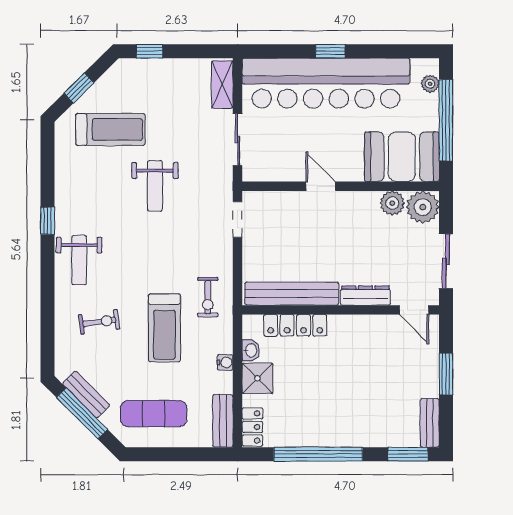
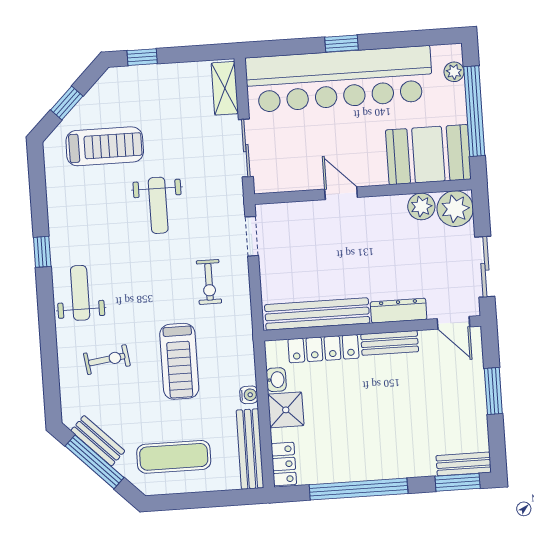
weight bench: (79, 260) -> (80, 293), turned 180
exercise bike: (208, 297) -> (209, 282), moved
bench: (355, 324) -> (390, 343), added
bench: (223, 421) -> (250, 449), width x1.36
bench: (430, 423) -> (464, 464), moved, turned 90

